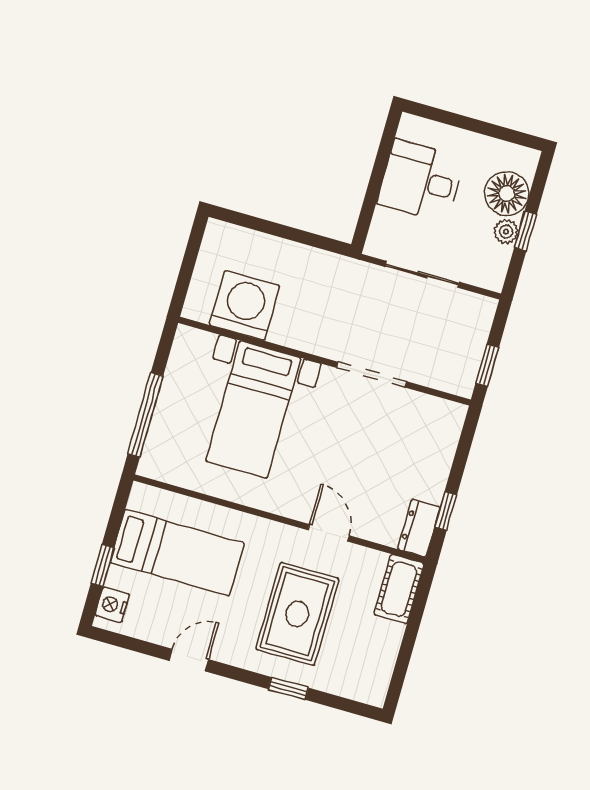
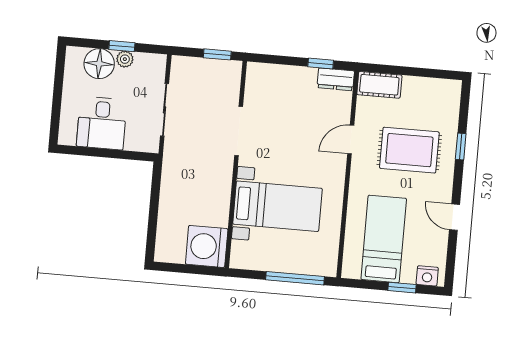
washing machine: (245, 305) -> (207, 246), moved

